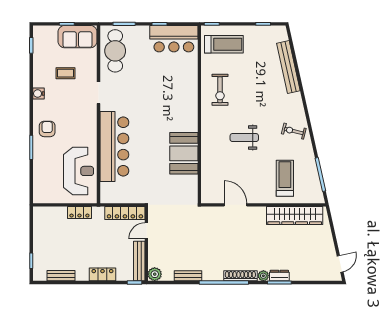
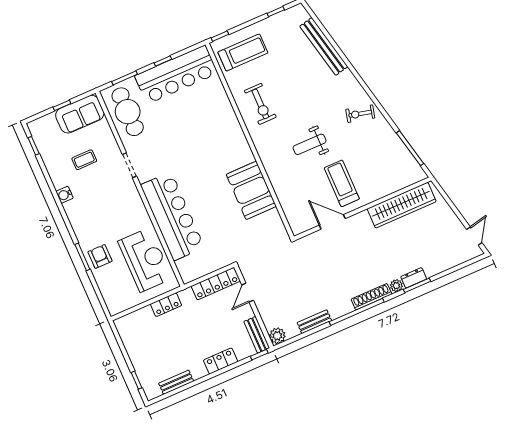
bar counter: (174, 39) -> (176, 75), width x1.36
armchair: (47, 129) -> (100, 256), moved
treadmill: (285, 178) -> (342, 183), moved
bench: (139, 261) -> (257, 335), width x0.73

